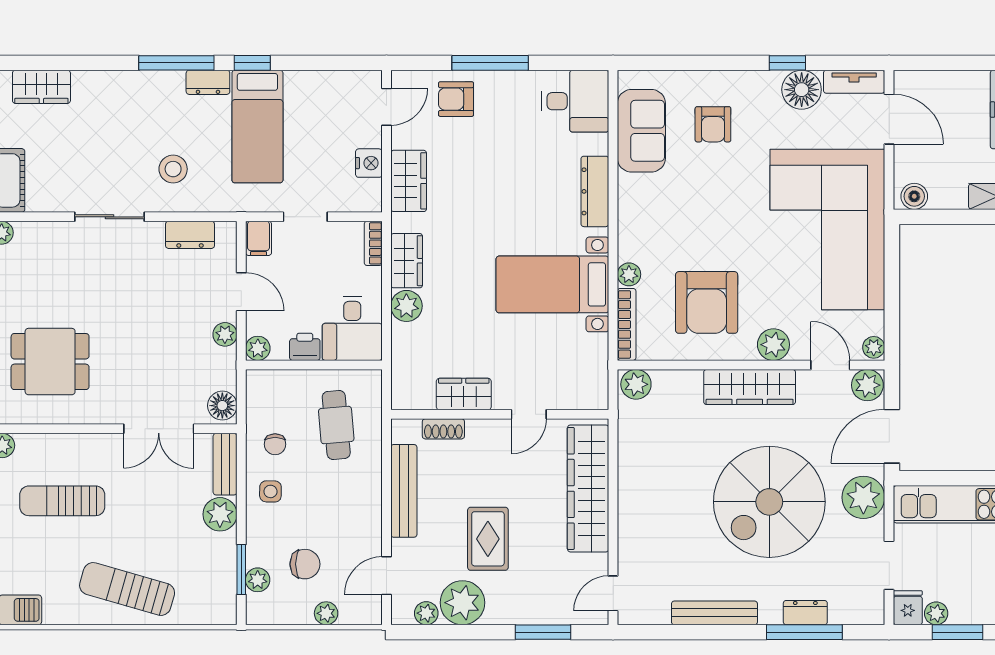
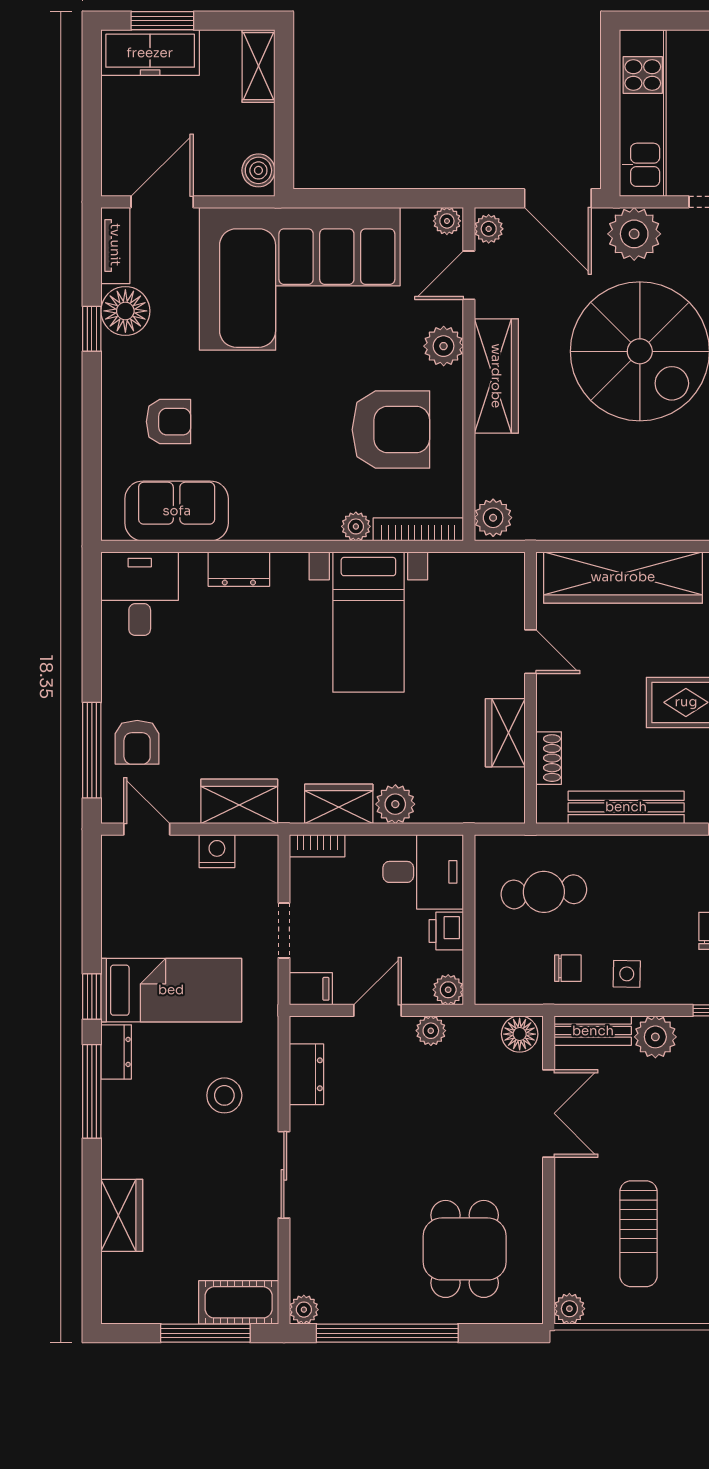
window: (490, 63) -> (92, 750), moved
wardrobe: (41, 87) -> (122, 1215), moved
dresser: (595, 191) -> (239, 569), width x0.70
plant: (867, 385) -> (489, 229), width x0.73, depth x0.73

